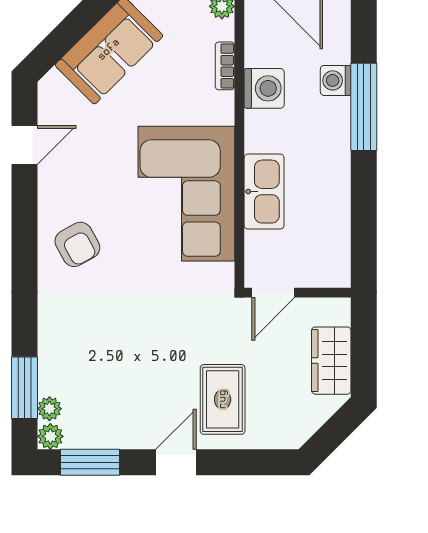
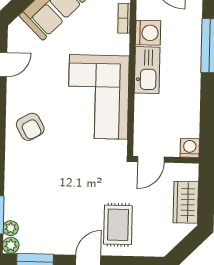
washing machine: (336, 80) -> (190, 148), moved, turned 90
kitchen sink: (264, 192) -> (147, 70), moved

